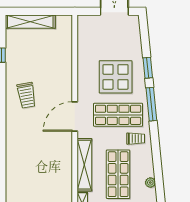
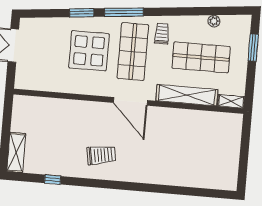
shelving: (30, 22) -> (16, 152), width x0.68

